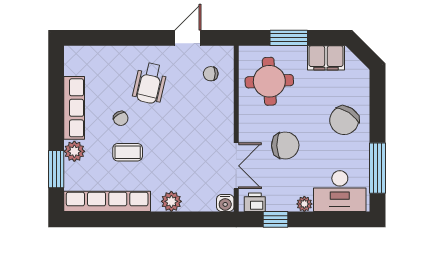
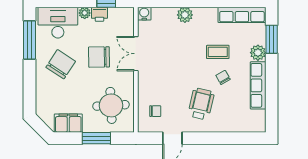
chair: (344, 120) -> (61, 64), moved
double door: (236, 166) -> (136, 54), moved
row of seats: (107, 201) -> (242, 15), width x0.73
printer: (255, 202) -> (99, 14), moved

